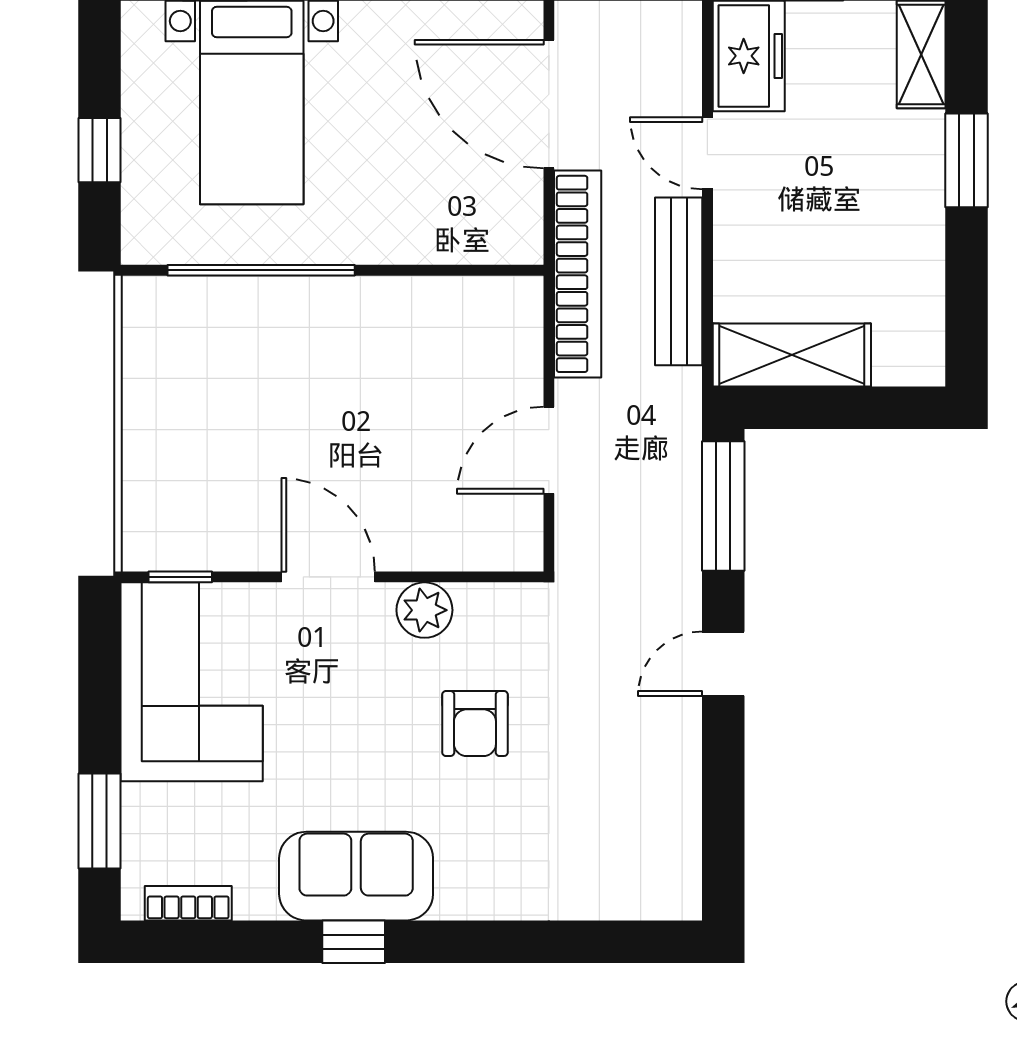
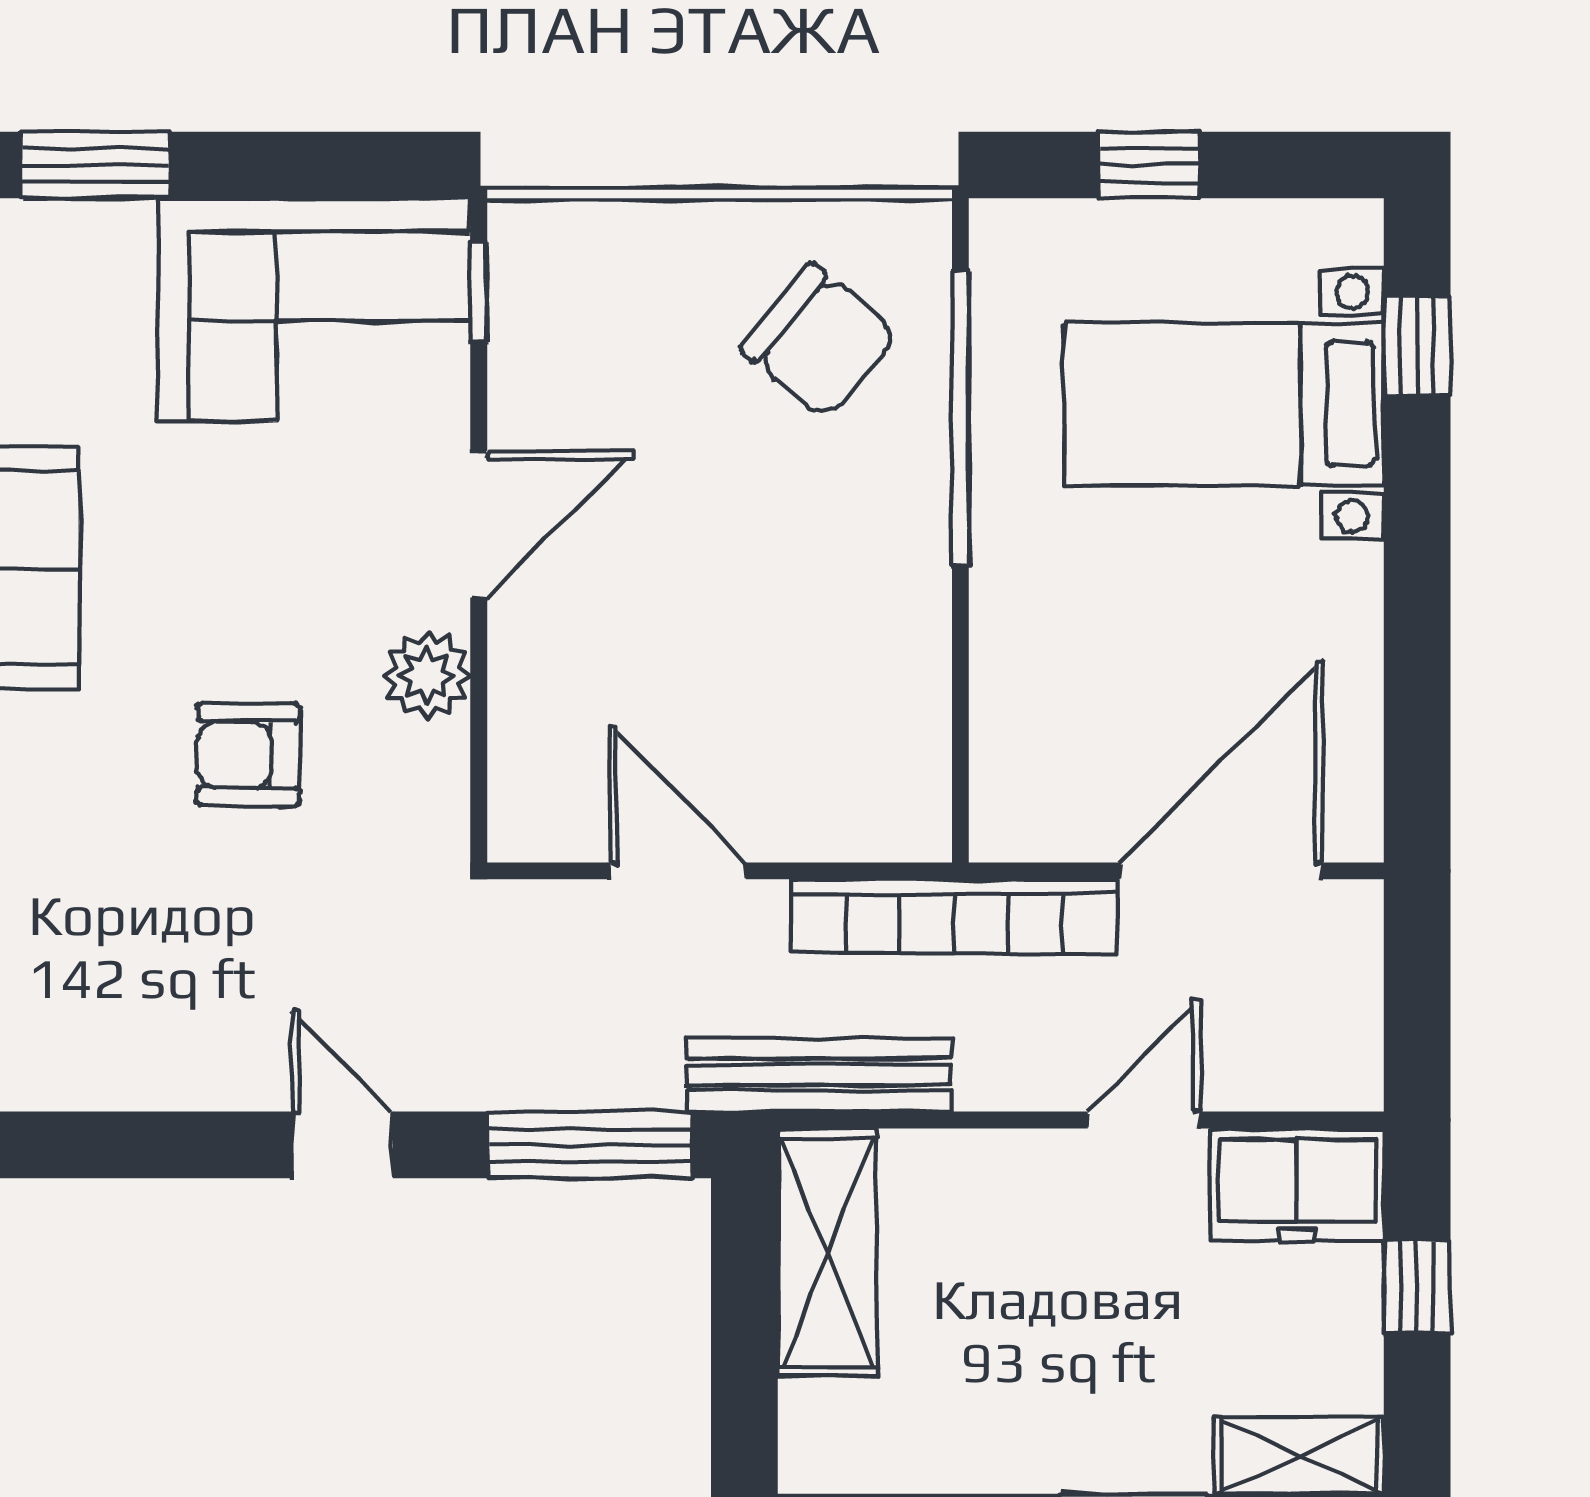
bench: (679, 281) -> (819, 1075), moved
chair: (212, 360) -> (819, 341), added

